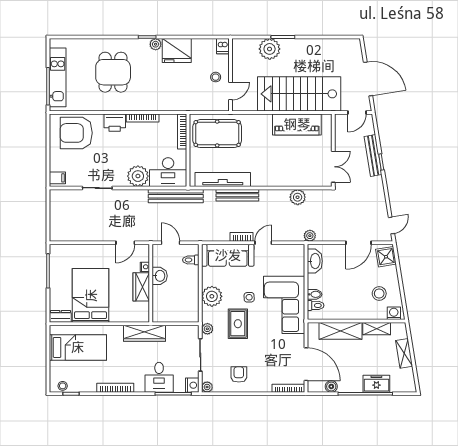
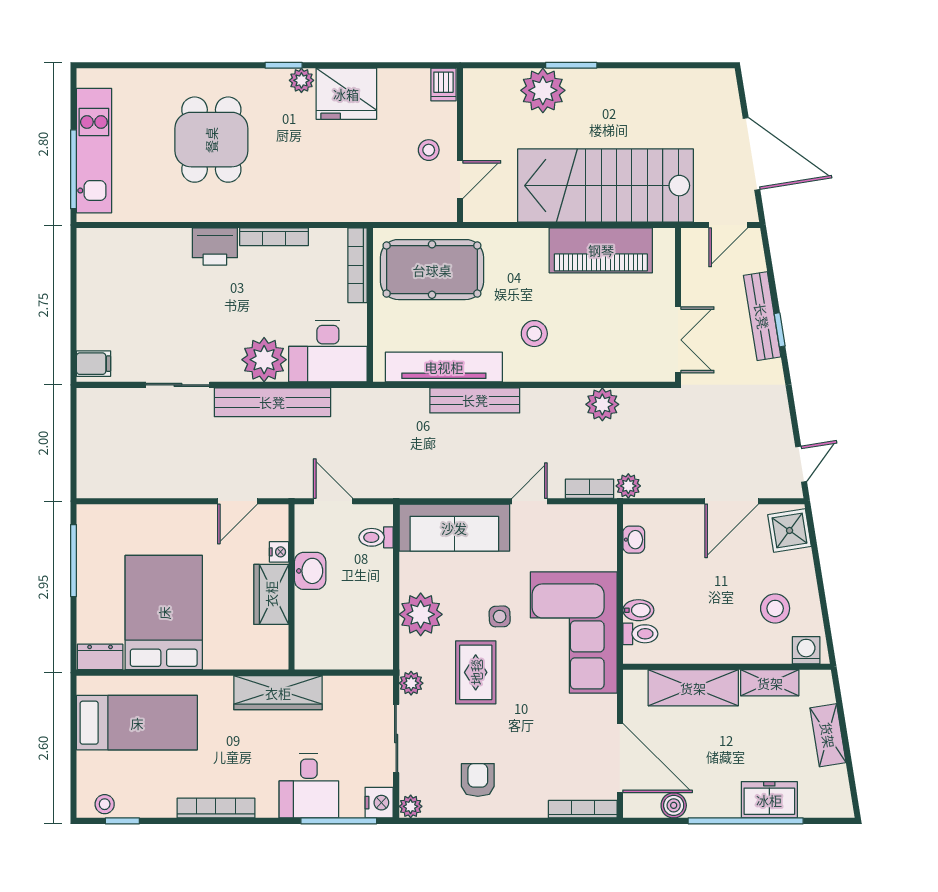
armchair: (76, 133) -> (133, 268), removed
stool: (265, 164) -> (534, 334), added
bench: (176, 196) -> (272, 402), moved
bookcase: (242, 237) -> (590, 489), moved
washbasin: (315, 261) -> (634, 540), width x0.52, depth x0.69

